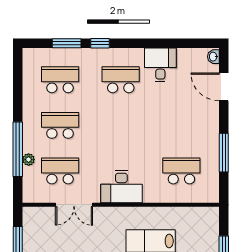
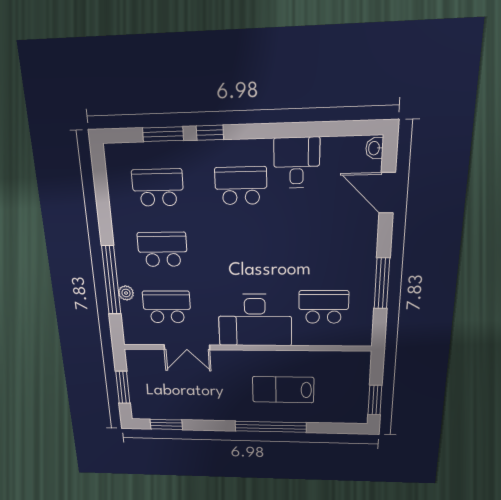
desk: (121, 187) -> (255, 320), width x1.36, depth x1.30

